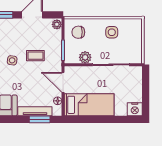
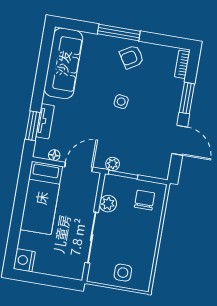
plant: (57, 24) -> (113, 164), moved
side table: (112, 32) -> (123, 273), moved
coffee table: (35, 56) -> (122, 135), removed
tv unit: (35, 111) -> (45, 121), width x0.71

